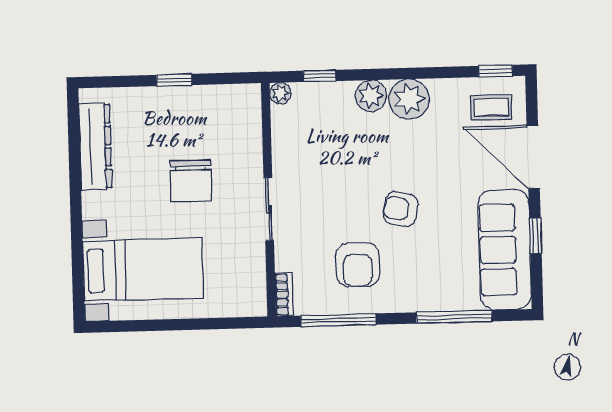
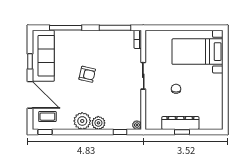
dresser: (95, 146) -> (180, 123), moved, turned 90
chair: (191, 181) -> (176, 89), width x0.54, depth x0.54
armchair: (358, 265) -> (106, 51), removed

